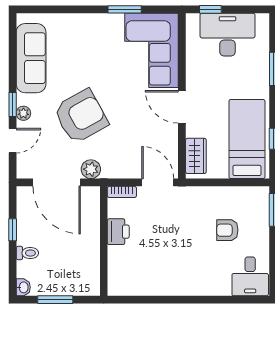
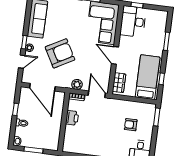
desk: (228, 35) -> (133, 21), moved, turned -90
plant: (91, 169) -> (77, 84), moved

